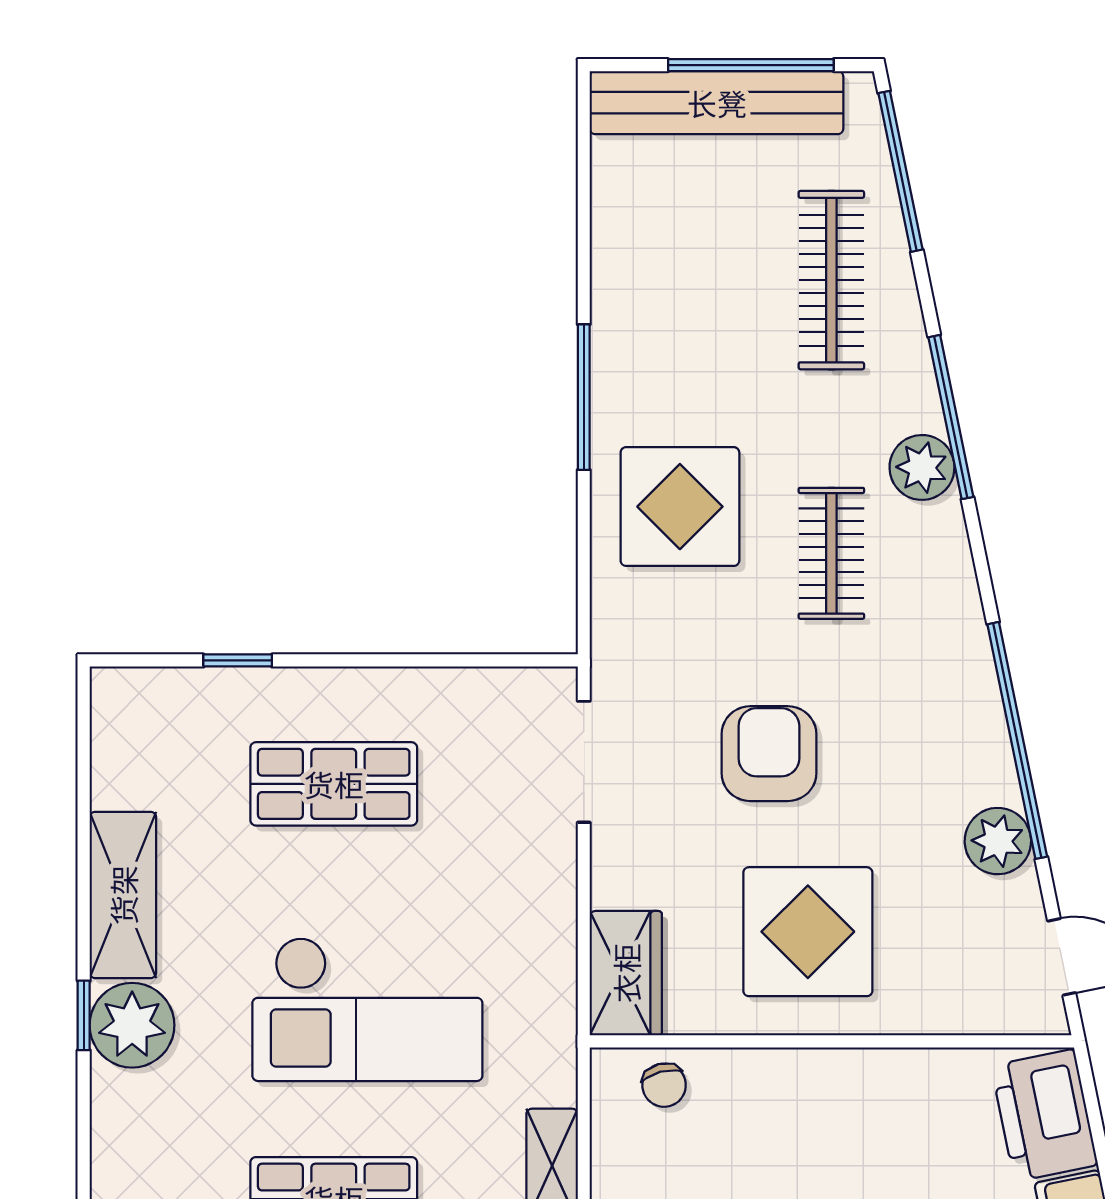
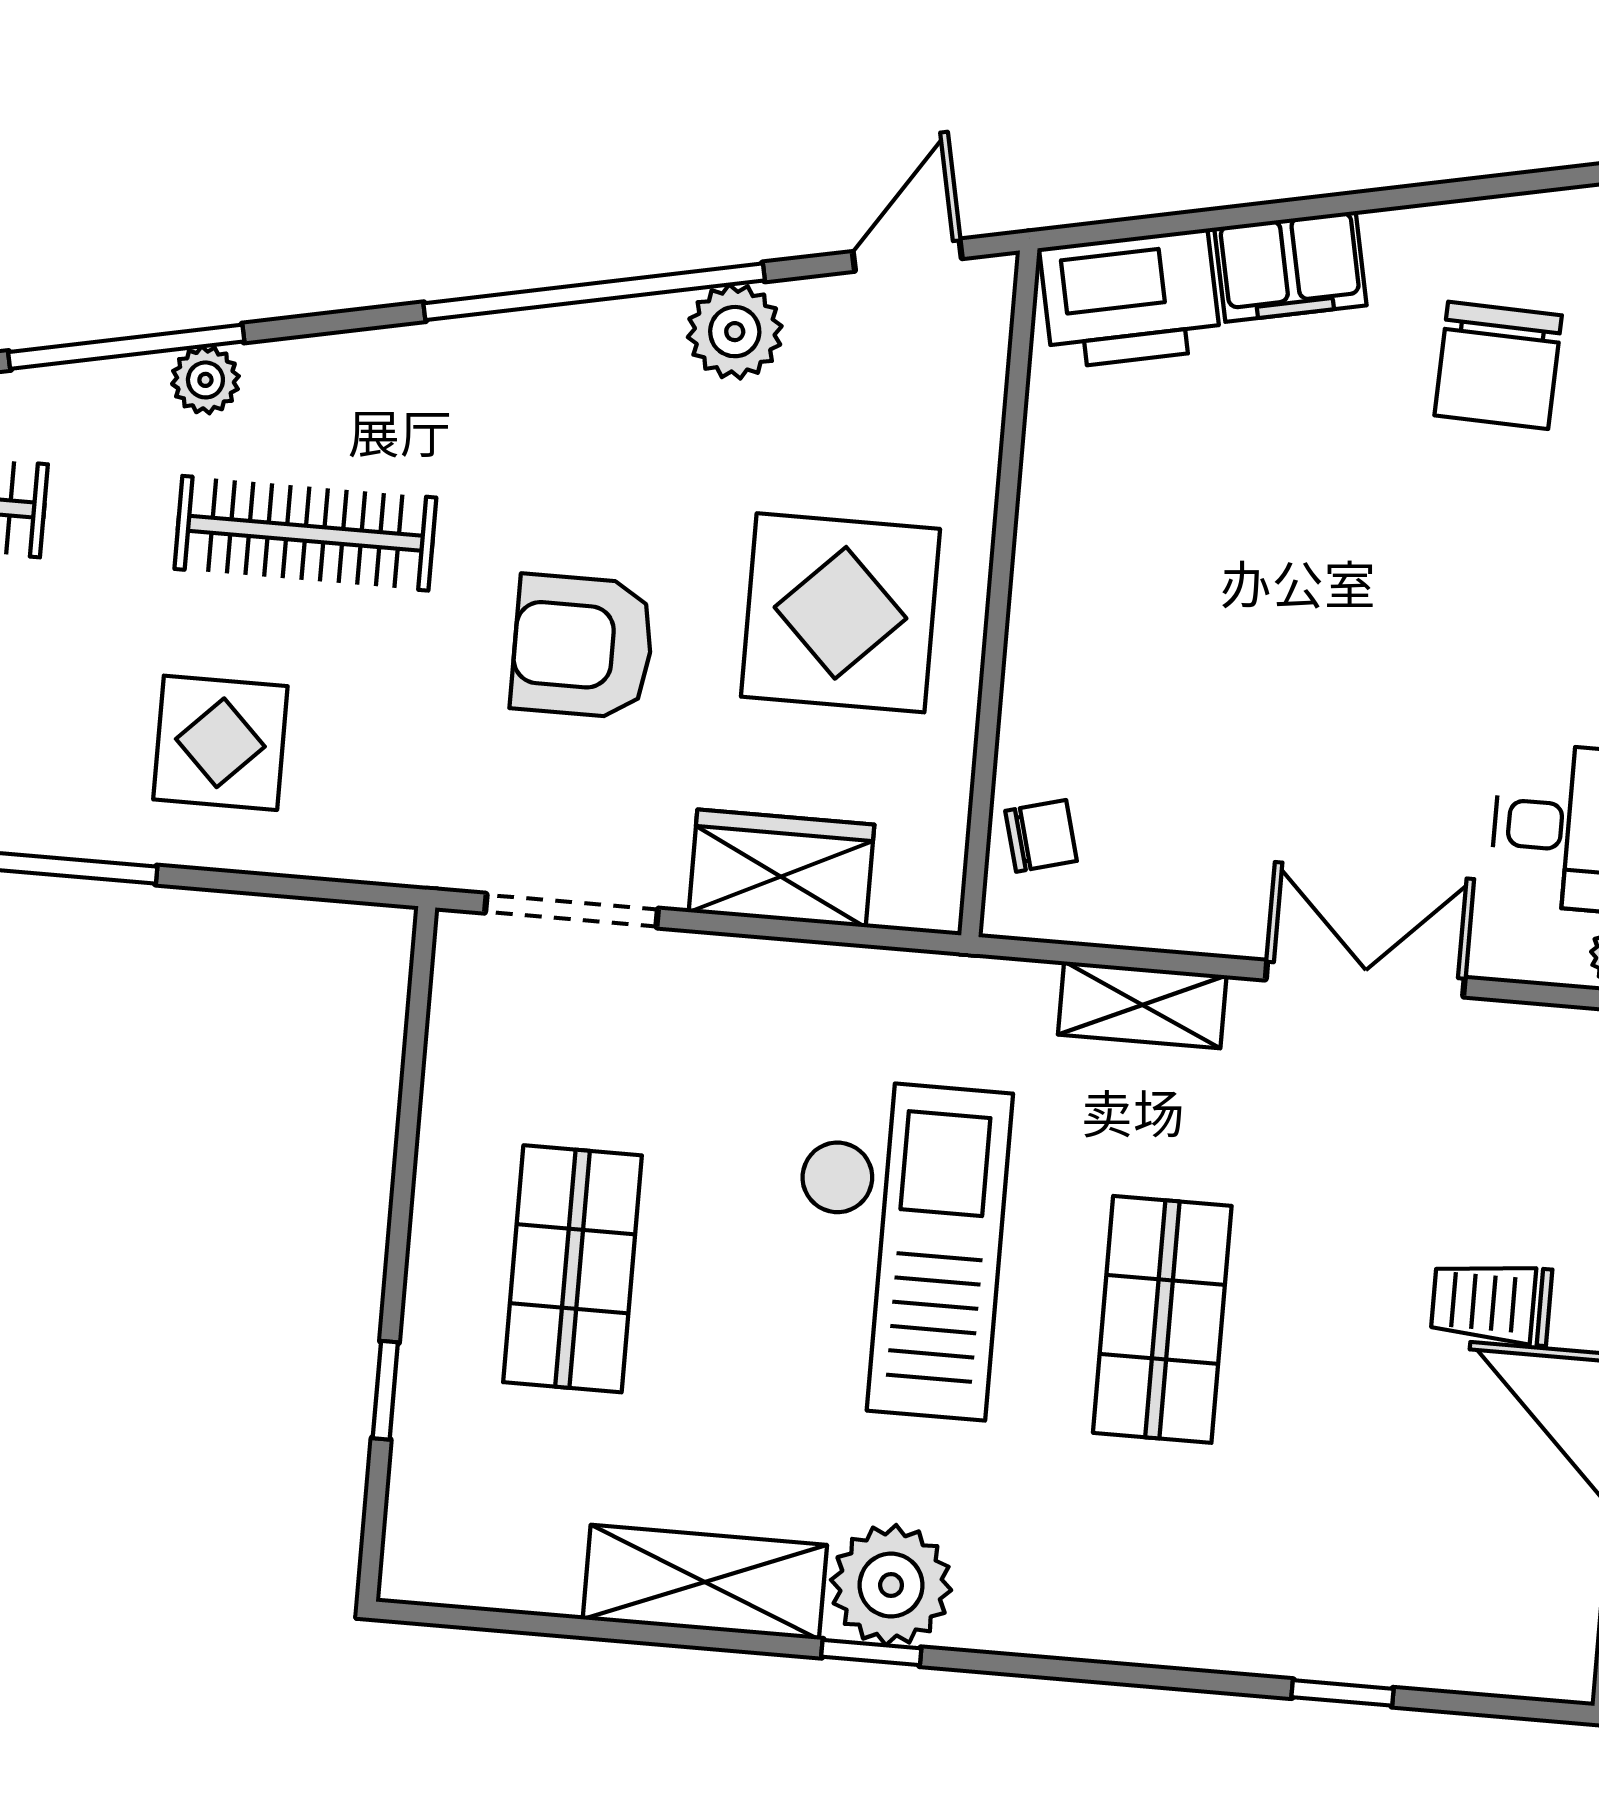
plant: (922, 467) -> (205, 380), width x0.73, depth x0.73
display table: (680, 507) -> (220, 743), width x0.73, depth x0.73
clothes rail: (831, 553) -> (305, 533), width x1.36
wardrobe: (626, 973) -> (781, 868), moved

